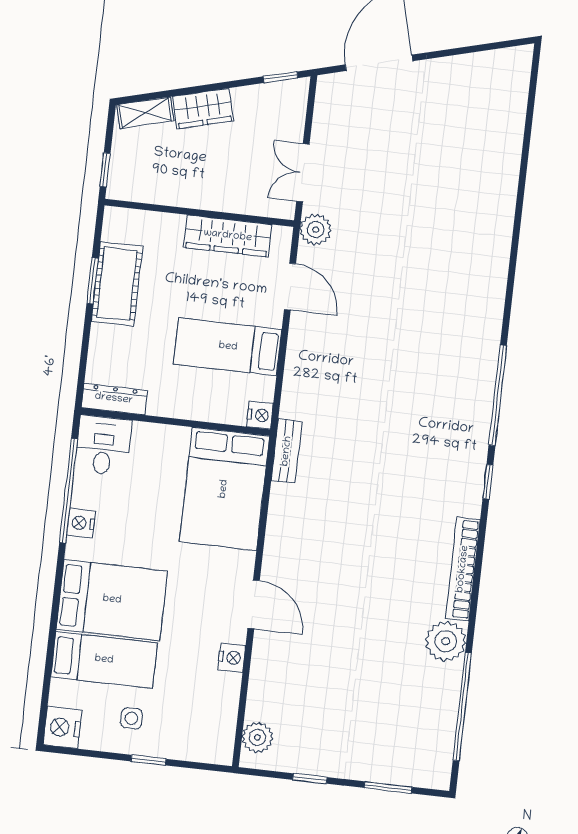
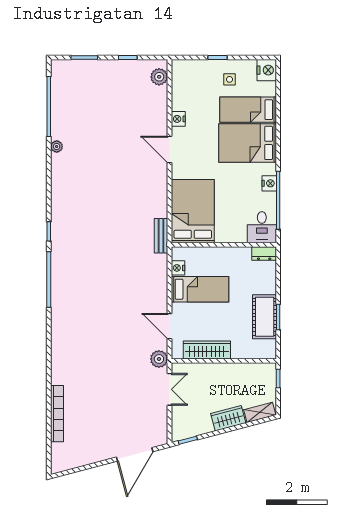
dresser: (114, 399) -> (264, 253), width x0.70
nightstand: (260, 415) -> (178, 268), moved
bookcase: (463, 569) -> (57, 414), moved
plant: (446, 641) -> (57, 147), width x0.53, depth x0.53

